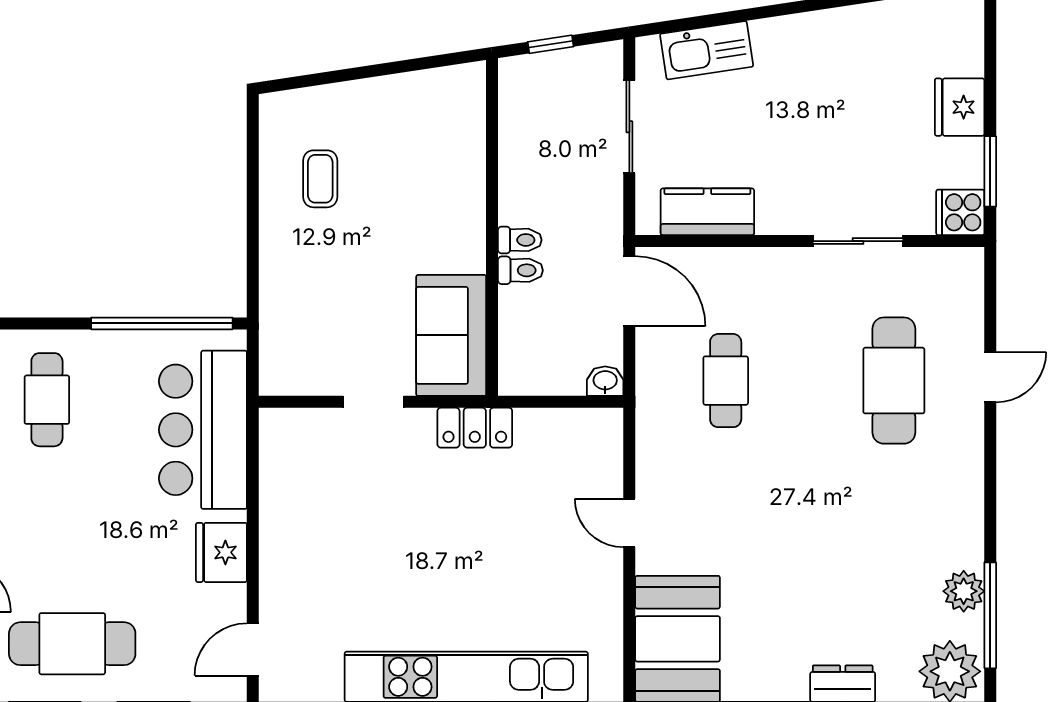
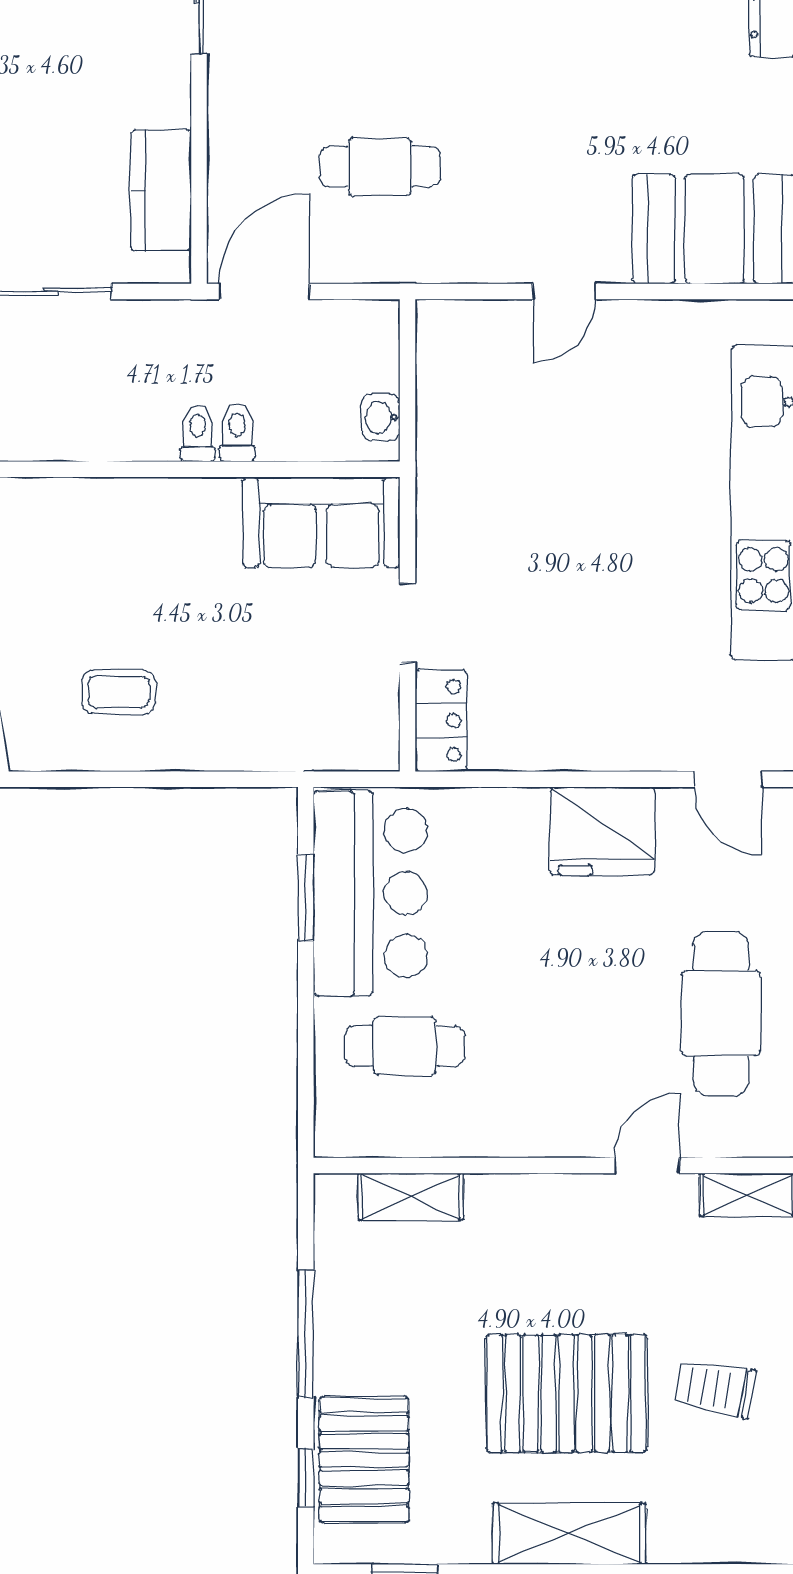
window: (162, 323) -> (306, 897), width x0.47
washbasin: (605, 381) -> (381, 417), moved
locker: (475, 428) -> (441, 721), moved
bar counter: (203, 430) -> (370, 893), moved, turned -90
fridge: (221, 552) -> (603, 831), width x1.36, depth x1.34

